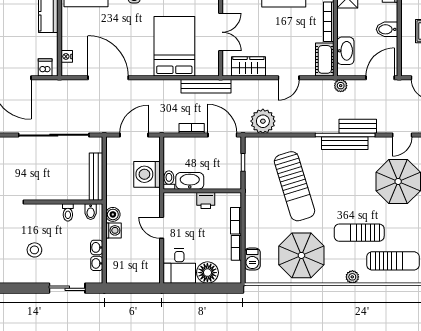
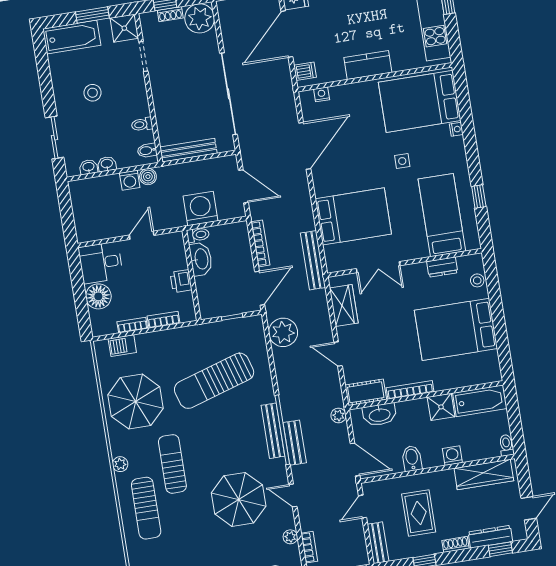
bookcase: (192, 128) -> (260, 243), width x1.56

